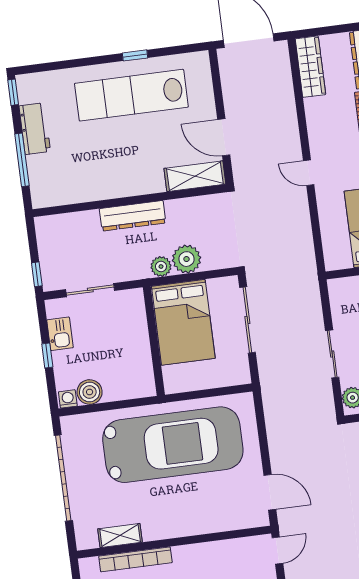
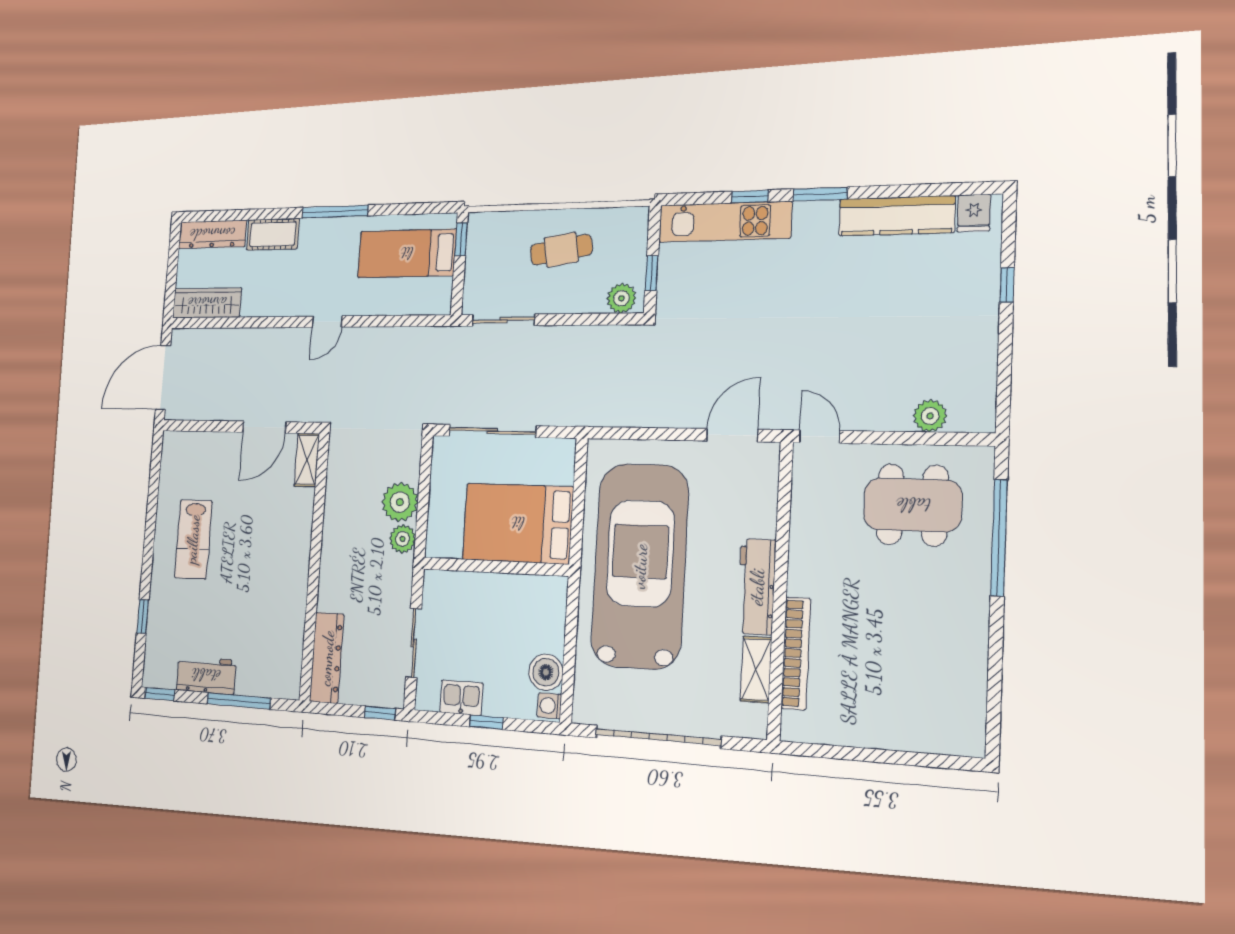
window: (135, 55) -> (143, 617), moved
lab bench: (131, 95) -> (193, 539), width x0.54, depth x0.72
shelving: (195, 176) -> (307, 460), width x0.67, depth x0.75
dresser: (133, 216) -> (327, 658), moved
bed: (183, 322) -> (518, 523), moved, turned 180
sliding door: (332, 354) -> (503, 320), moved
workbench: (173, 526) -> (757, 587), added

